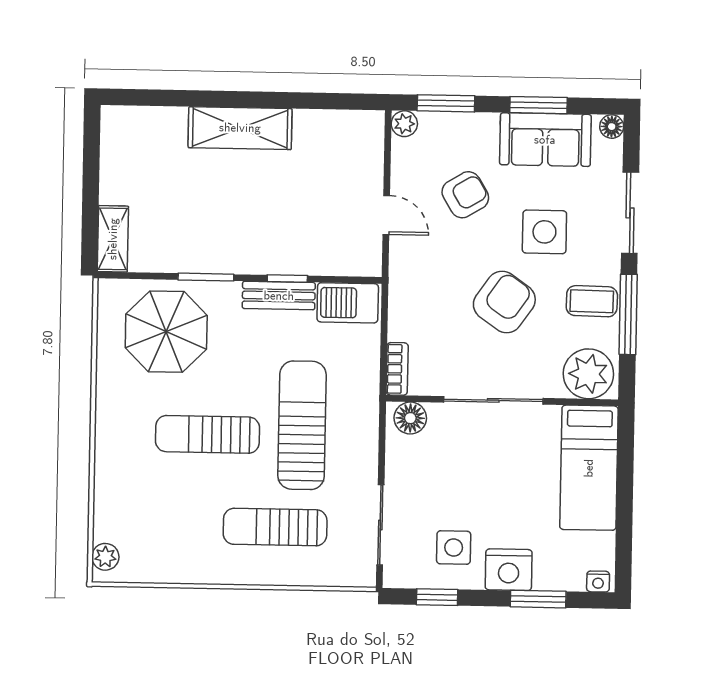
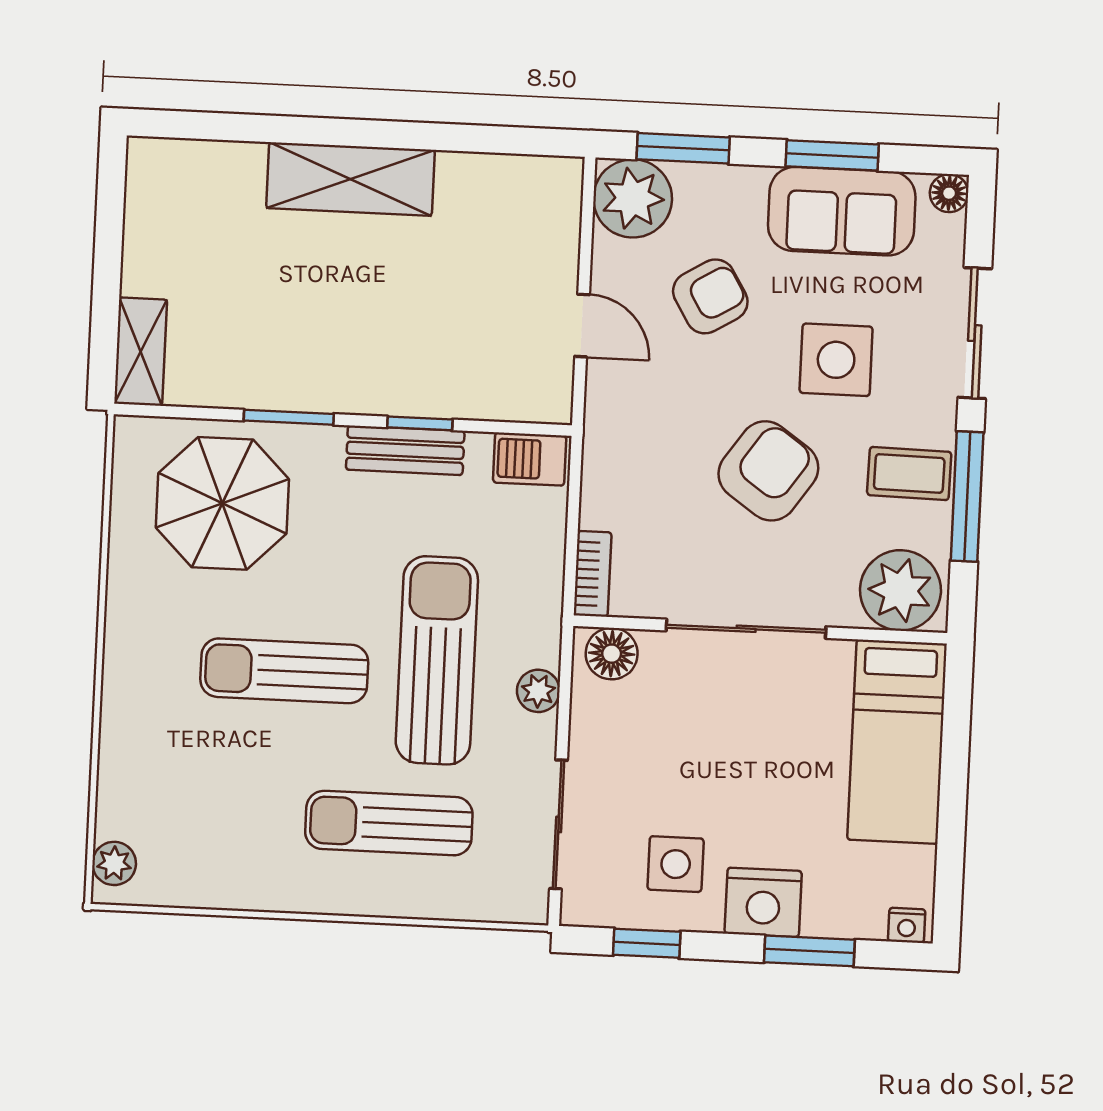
plant: (404, 124) -> (633, 198), width x1.87, depth x1.87
barbecue: (348, 303) -> (530, 459), width x0.73, depth x0.79
plant: (365, 442) -> (538, 691), added

